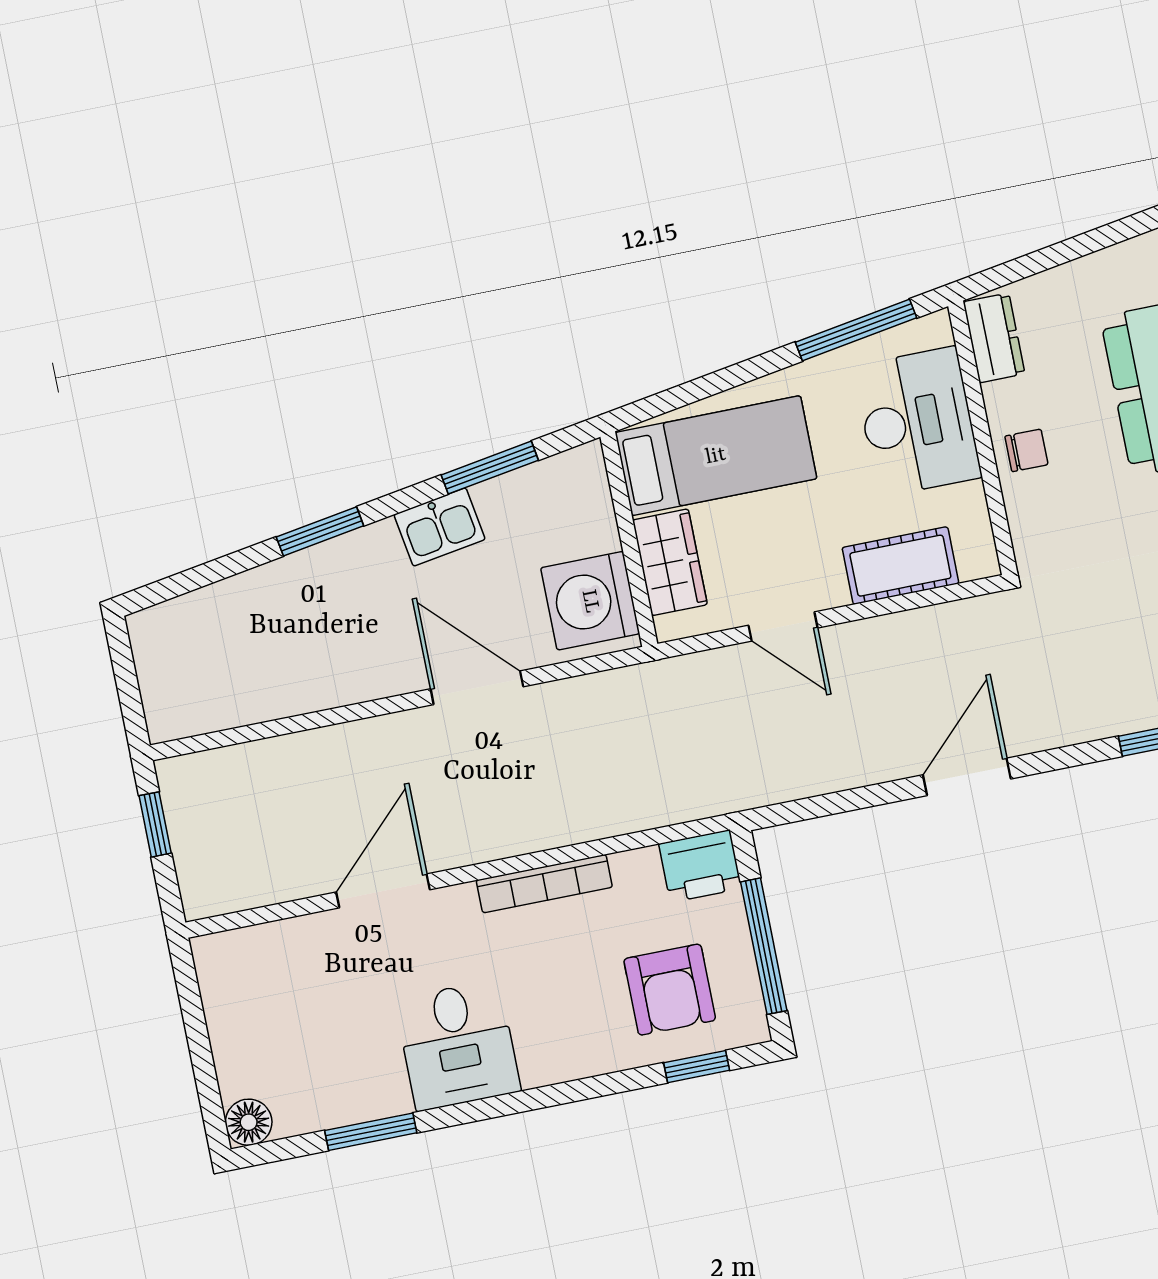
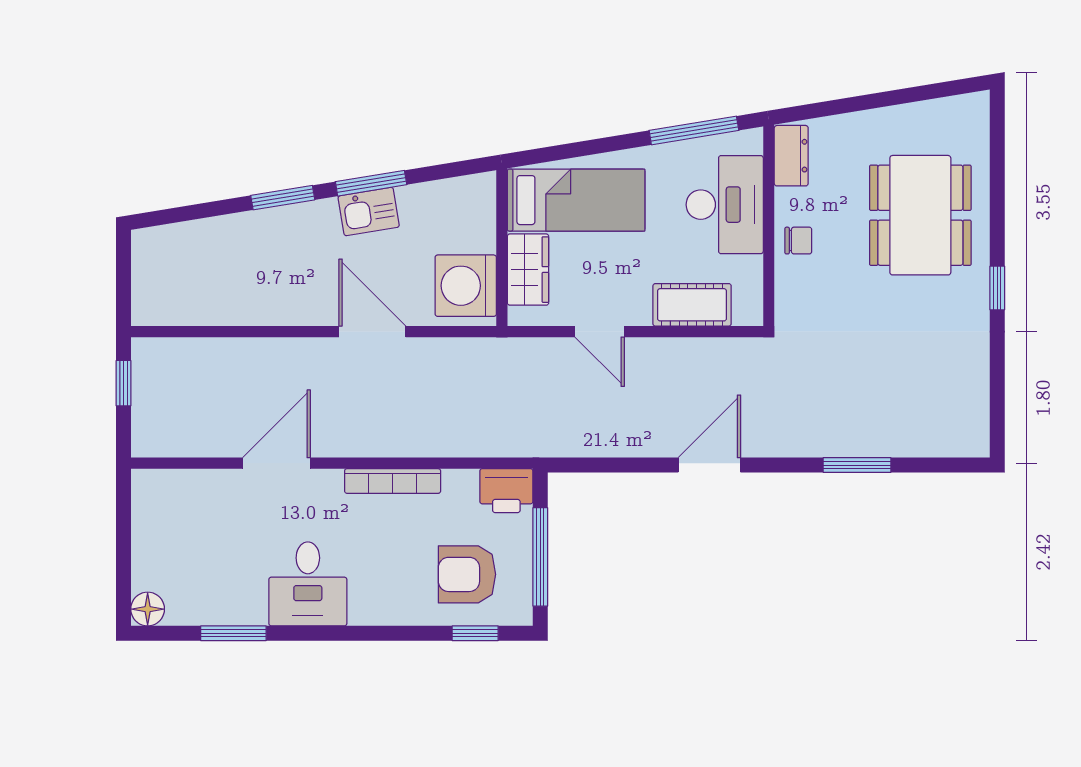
window: (490, 468) -> (371, 183), moved
armchair: (670, 990) -> (467, 574), turned 90

